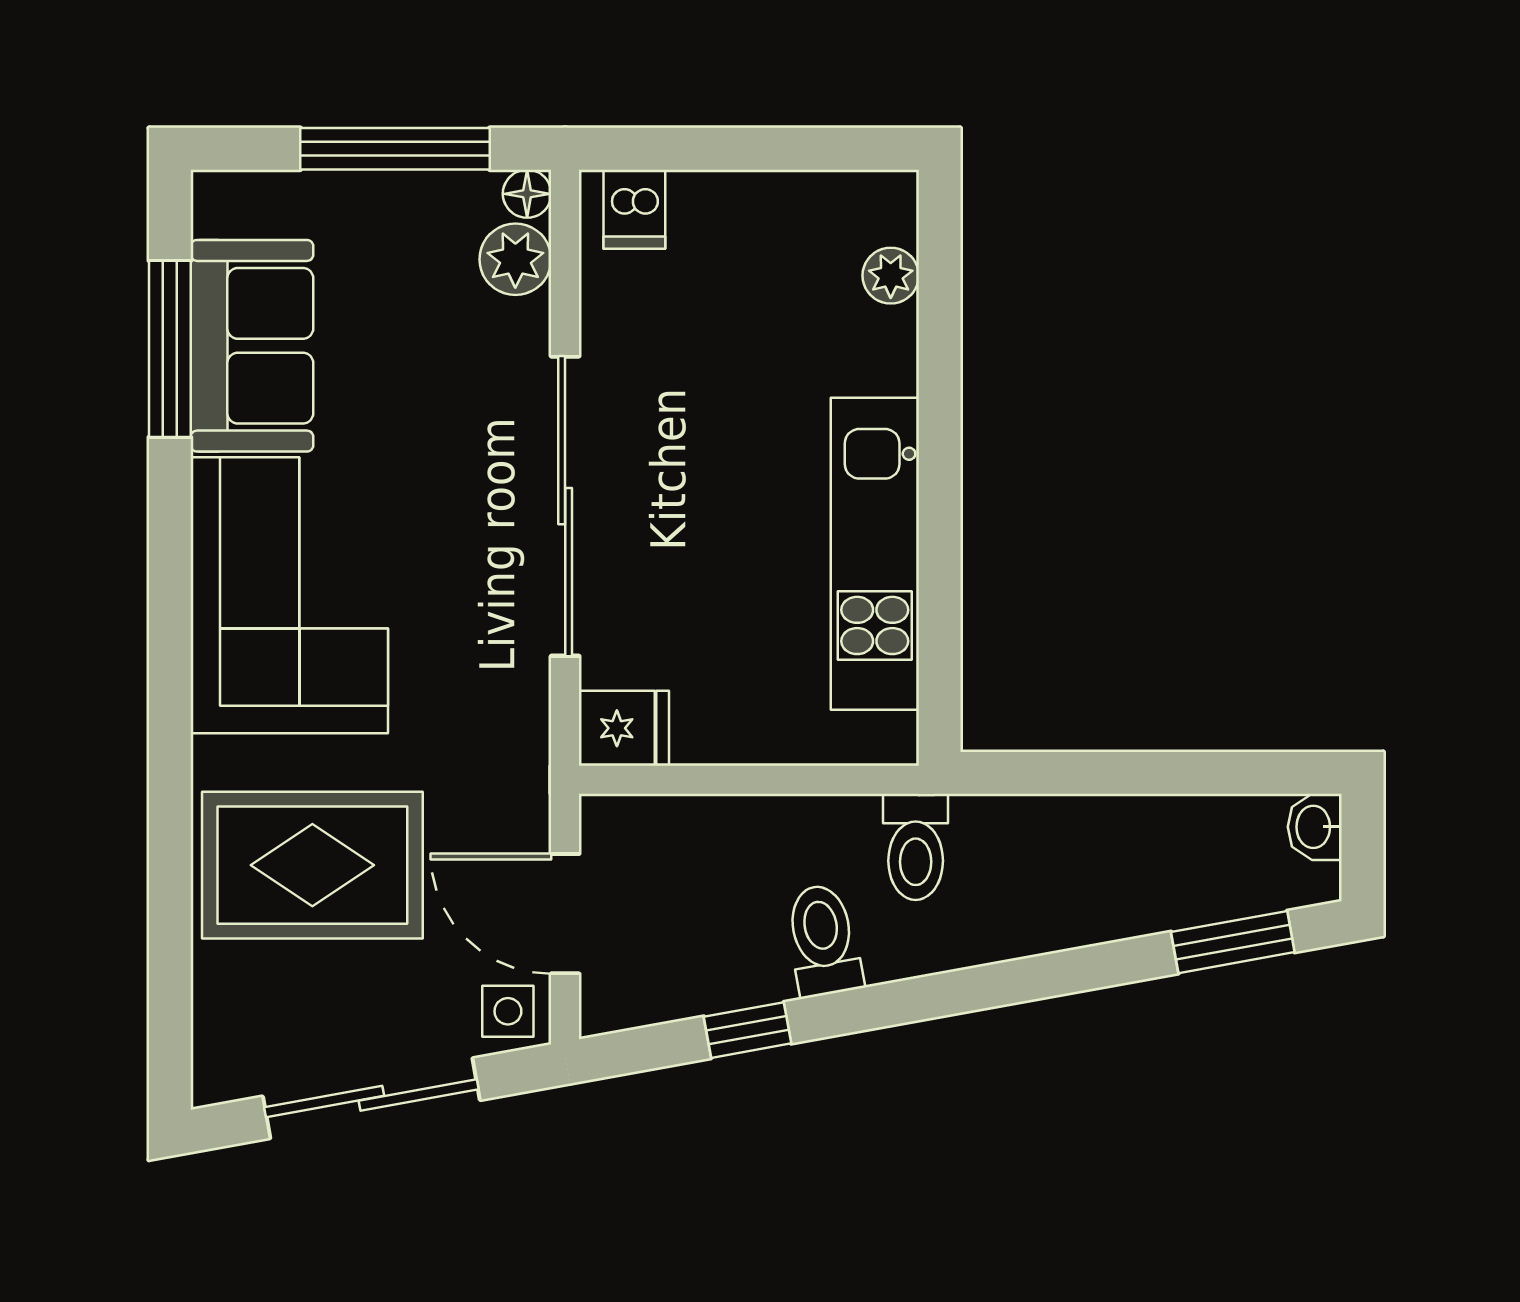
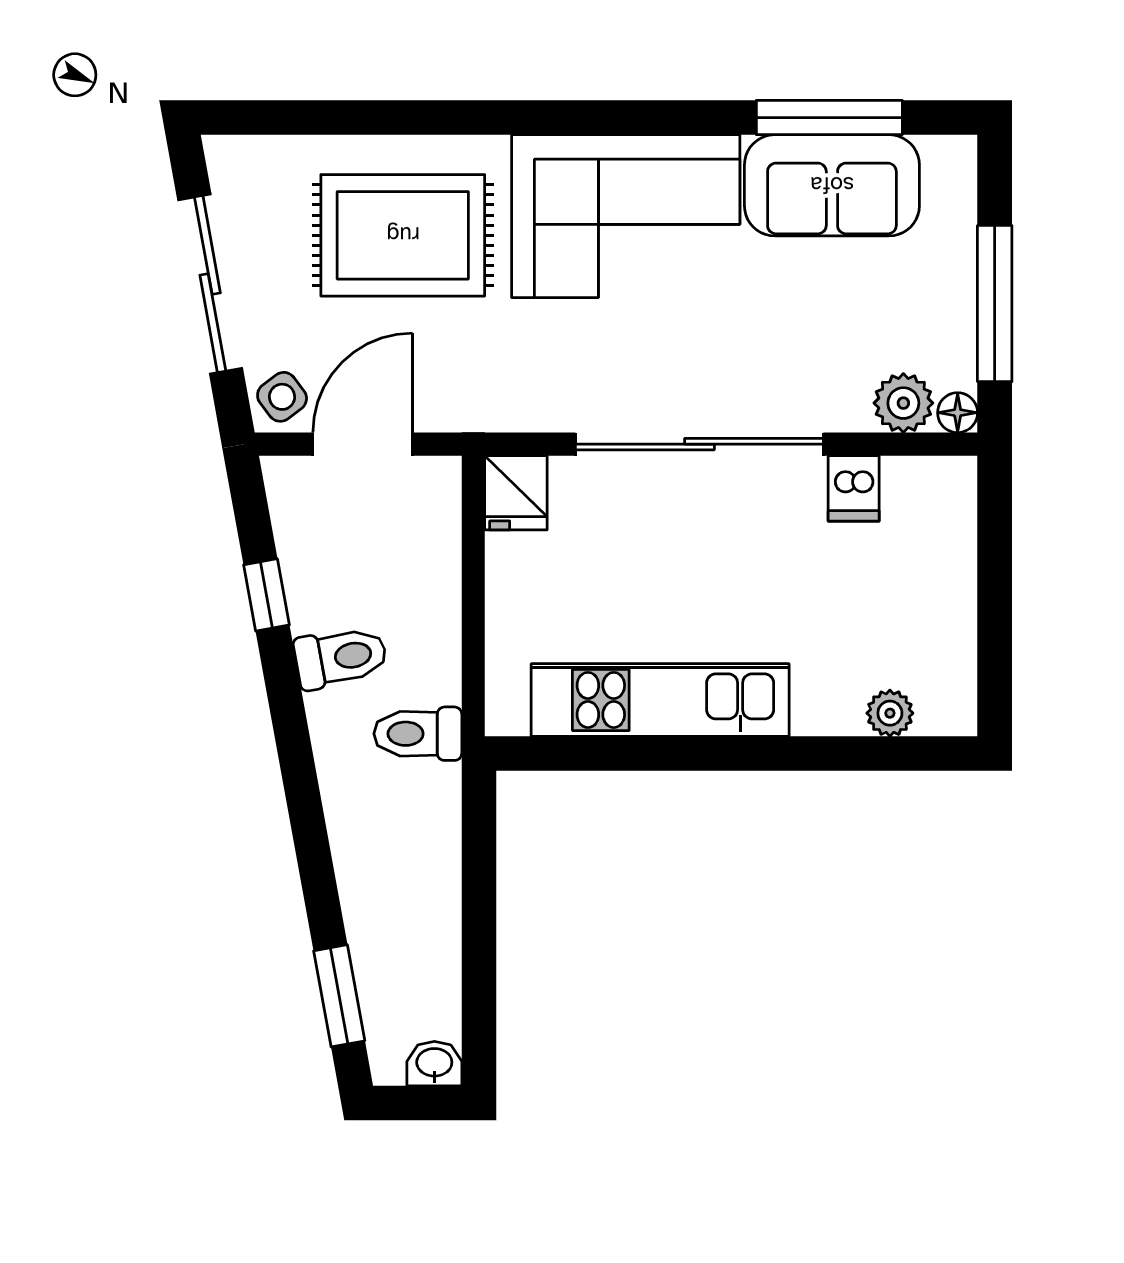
dishwasher: (634, 209) -> (854, 488), moved, turned -90
rug: (312, 865) -> (403, 235), turned 90
side table: (508, 1011) -> (282, 397), turned -37

